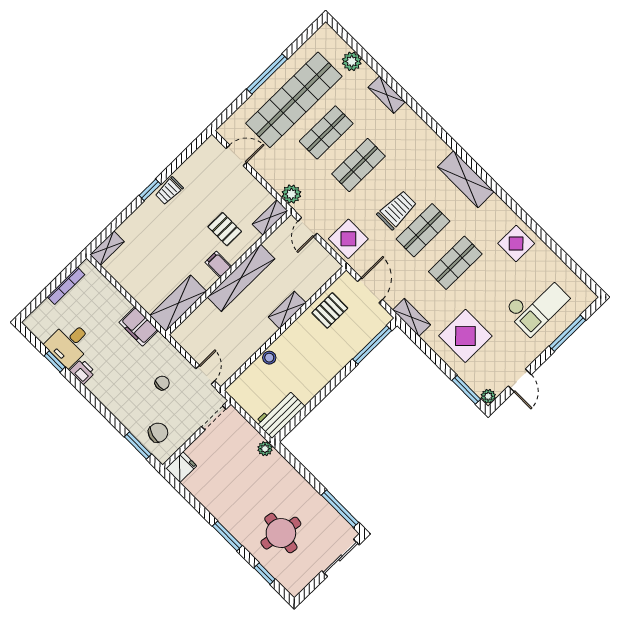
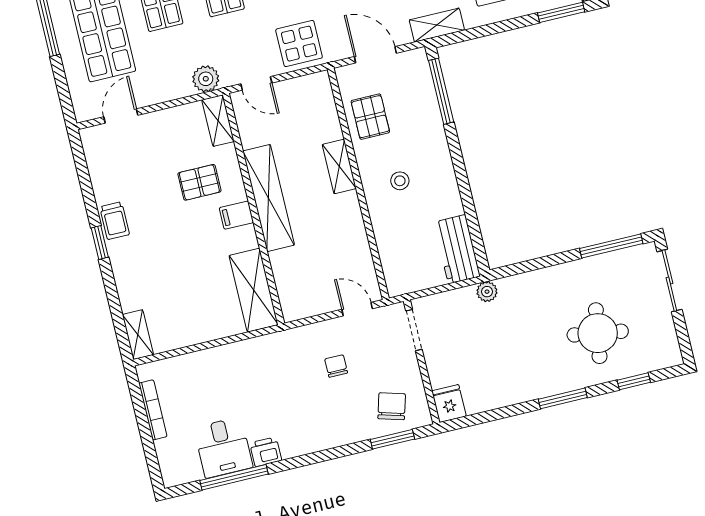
filing cabinet: (139, 326) -> (253, 353), removed
stool: (269, 358) -> (400, 181), moved
window: (55, 361) -> (234, 477), width x2.17

